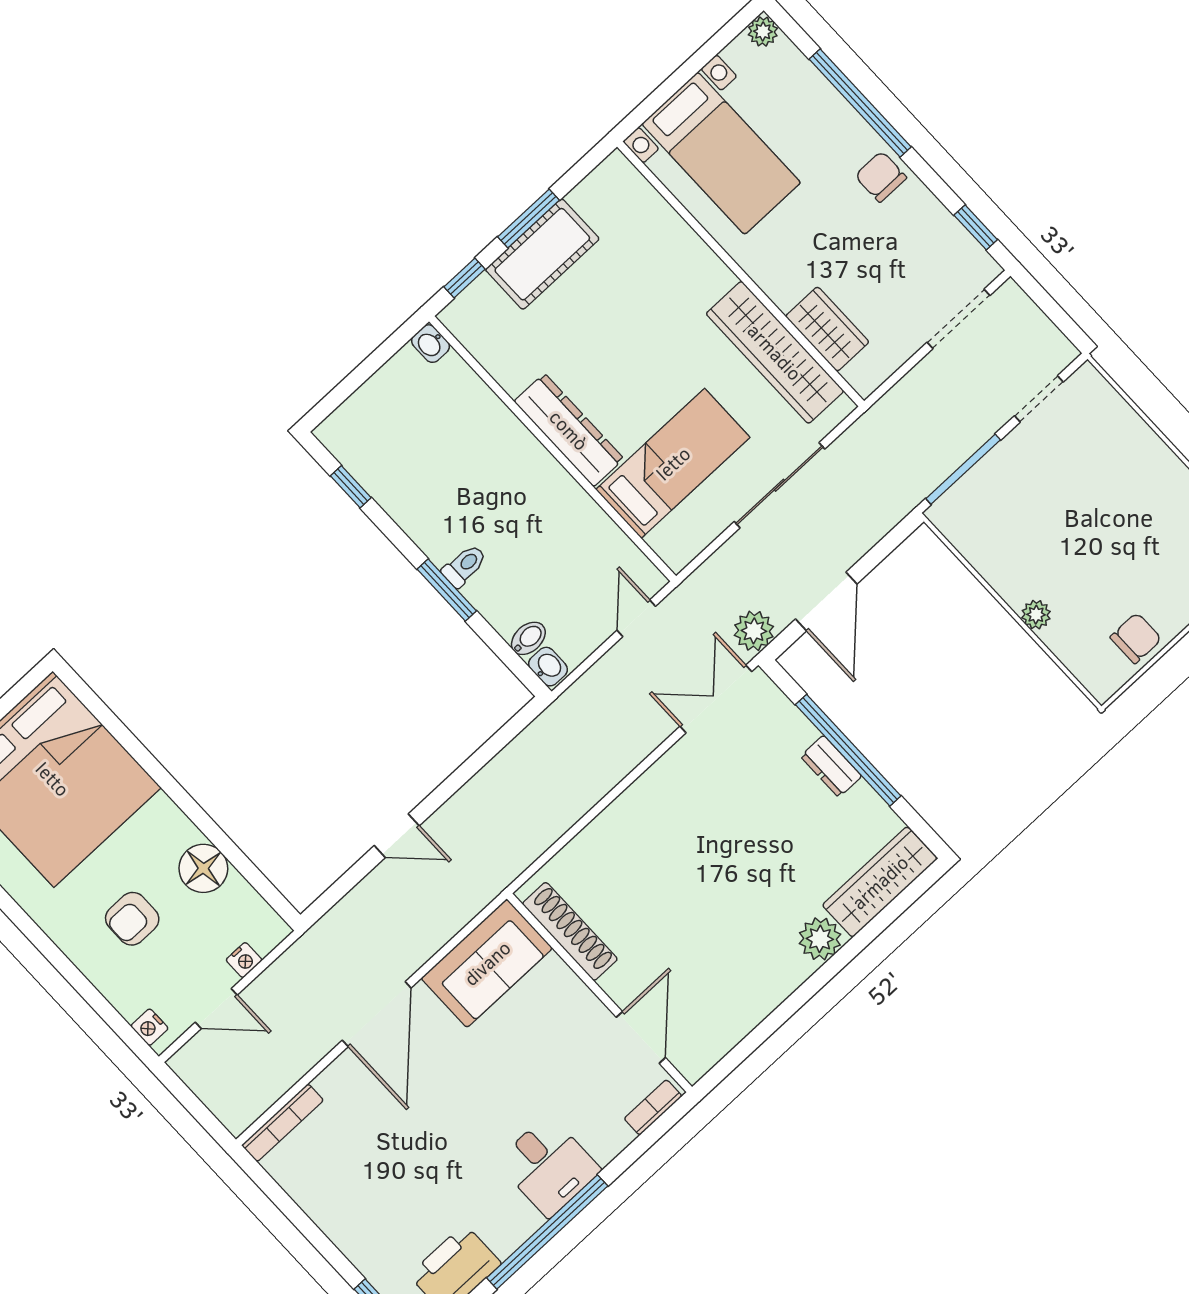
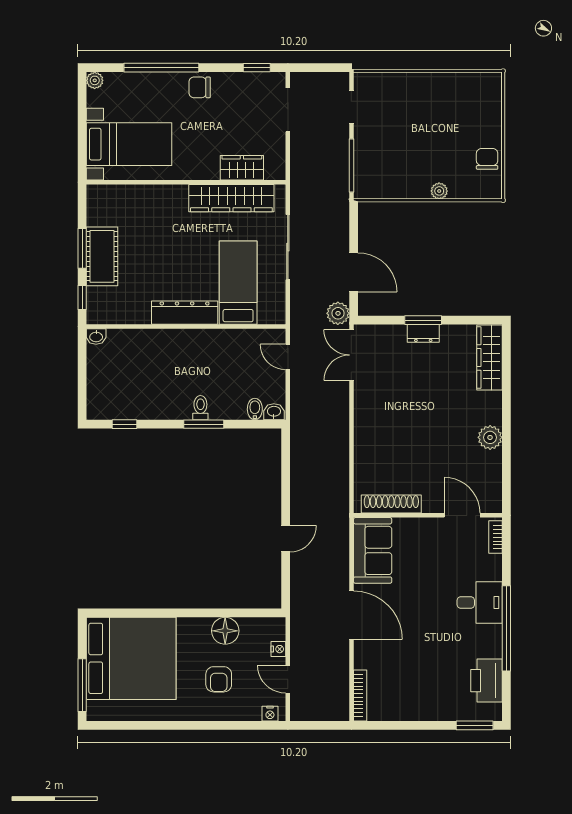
window: (848, 750) -> (423, 320), width x0.47
plant: (820, 939) -> (490, 437), moved
door: (216, 1009) -> (288, 679), swing flipped

